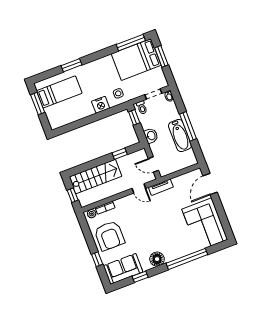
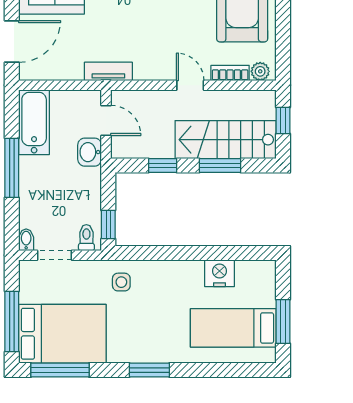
window: (161, 56) -> (12, 322), width x1.44
window: (71, 65) -> (149, 370), moved
nightstand: (101, 105) -> (220, 273), moved
washbasin: (151, 136) -> (90, 152), moved
bathtub: (180, 136) -> (34, 122), moved
window: (94, 164) -> (220, 166), added
door: (139, 188) -> (190, 85), moved

